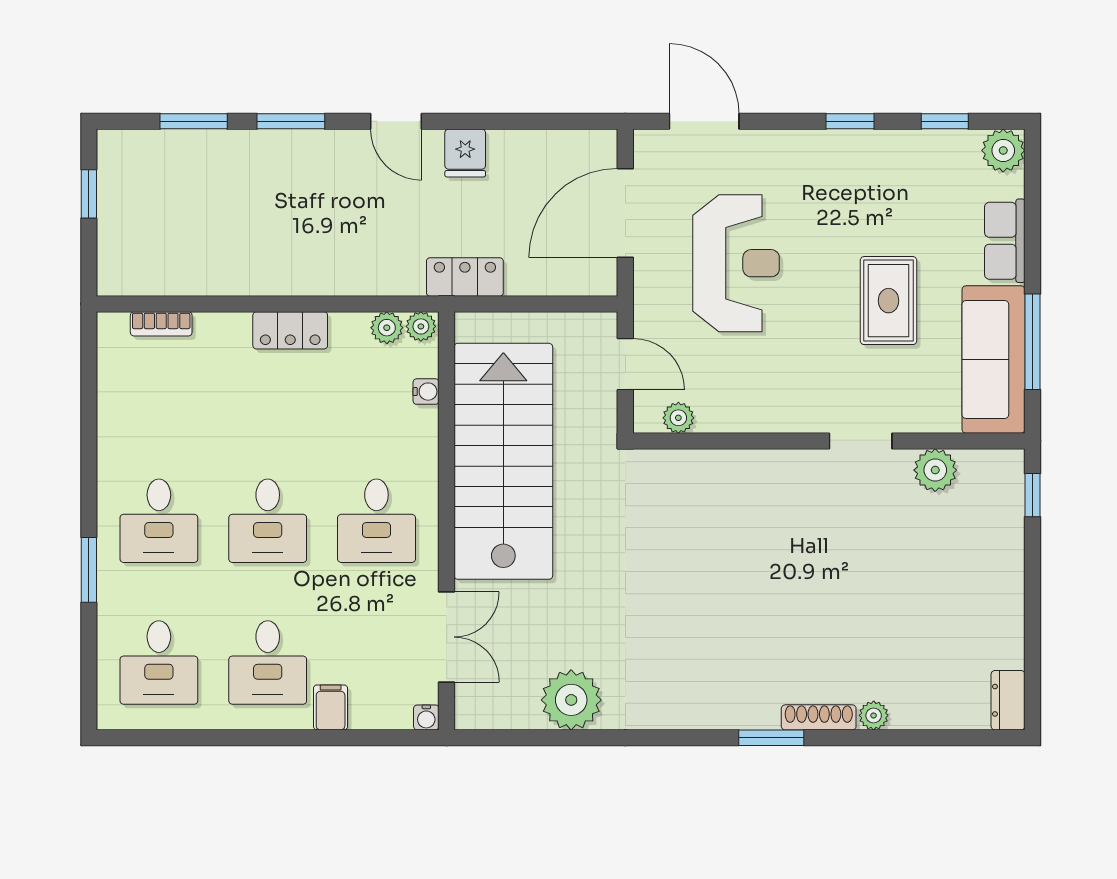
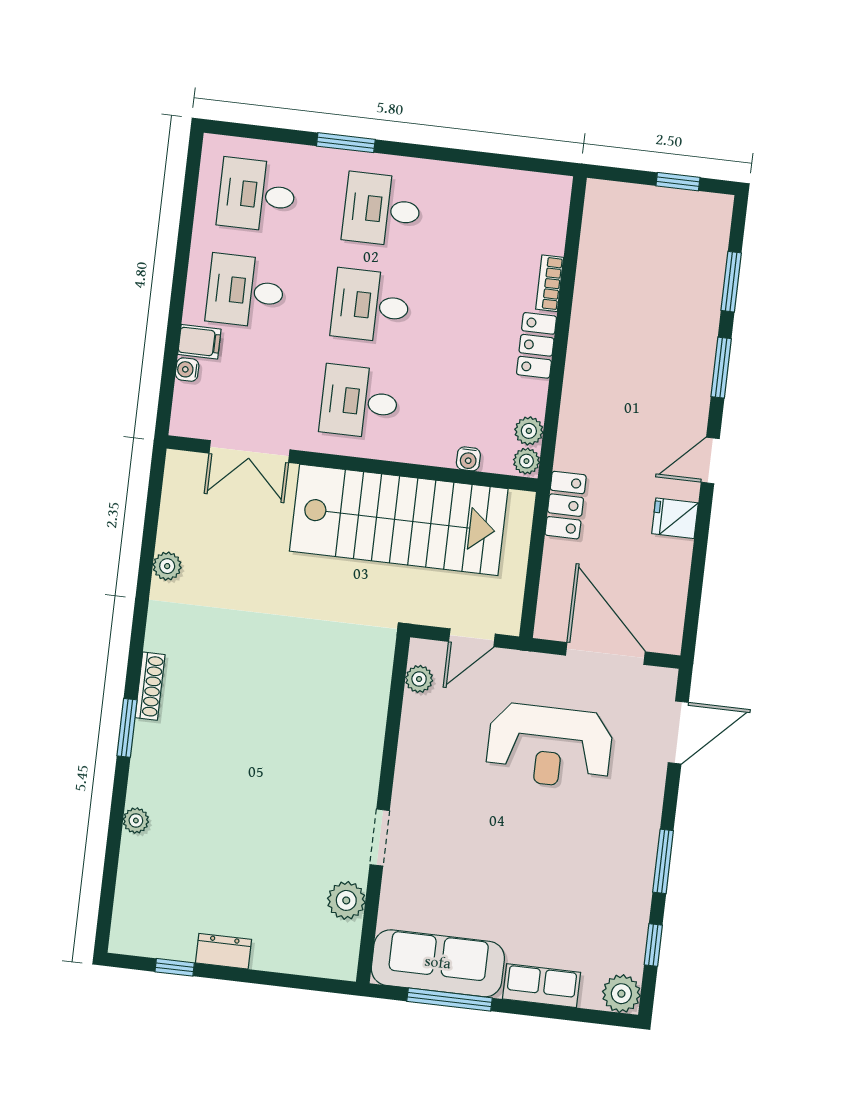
window: (850, 121) -> (663, 861), width x1.50
rug: (888, 301) -> (501, 877), removed
bookcase: (161, 324) -> (550, 283), moved
window: (1032, 495) -> (175, 967), moved
plant: (571, 700) -> (167, 566), width x0.53, depth x0.53
dresser: (1008, 700) -> (223, 951), moved
water cooler: (426, 717) -> (187, 370), moved
shoe rack: (819, 717) -> (150, 686), moved

